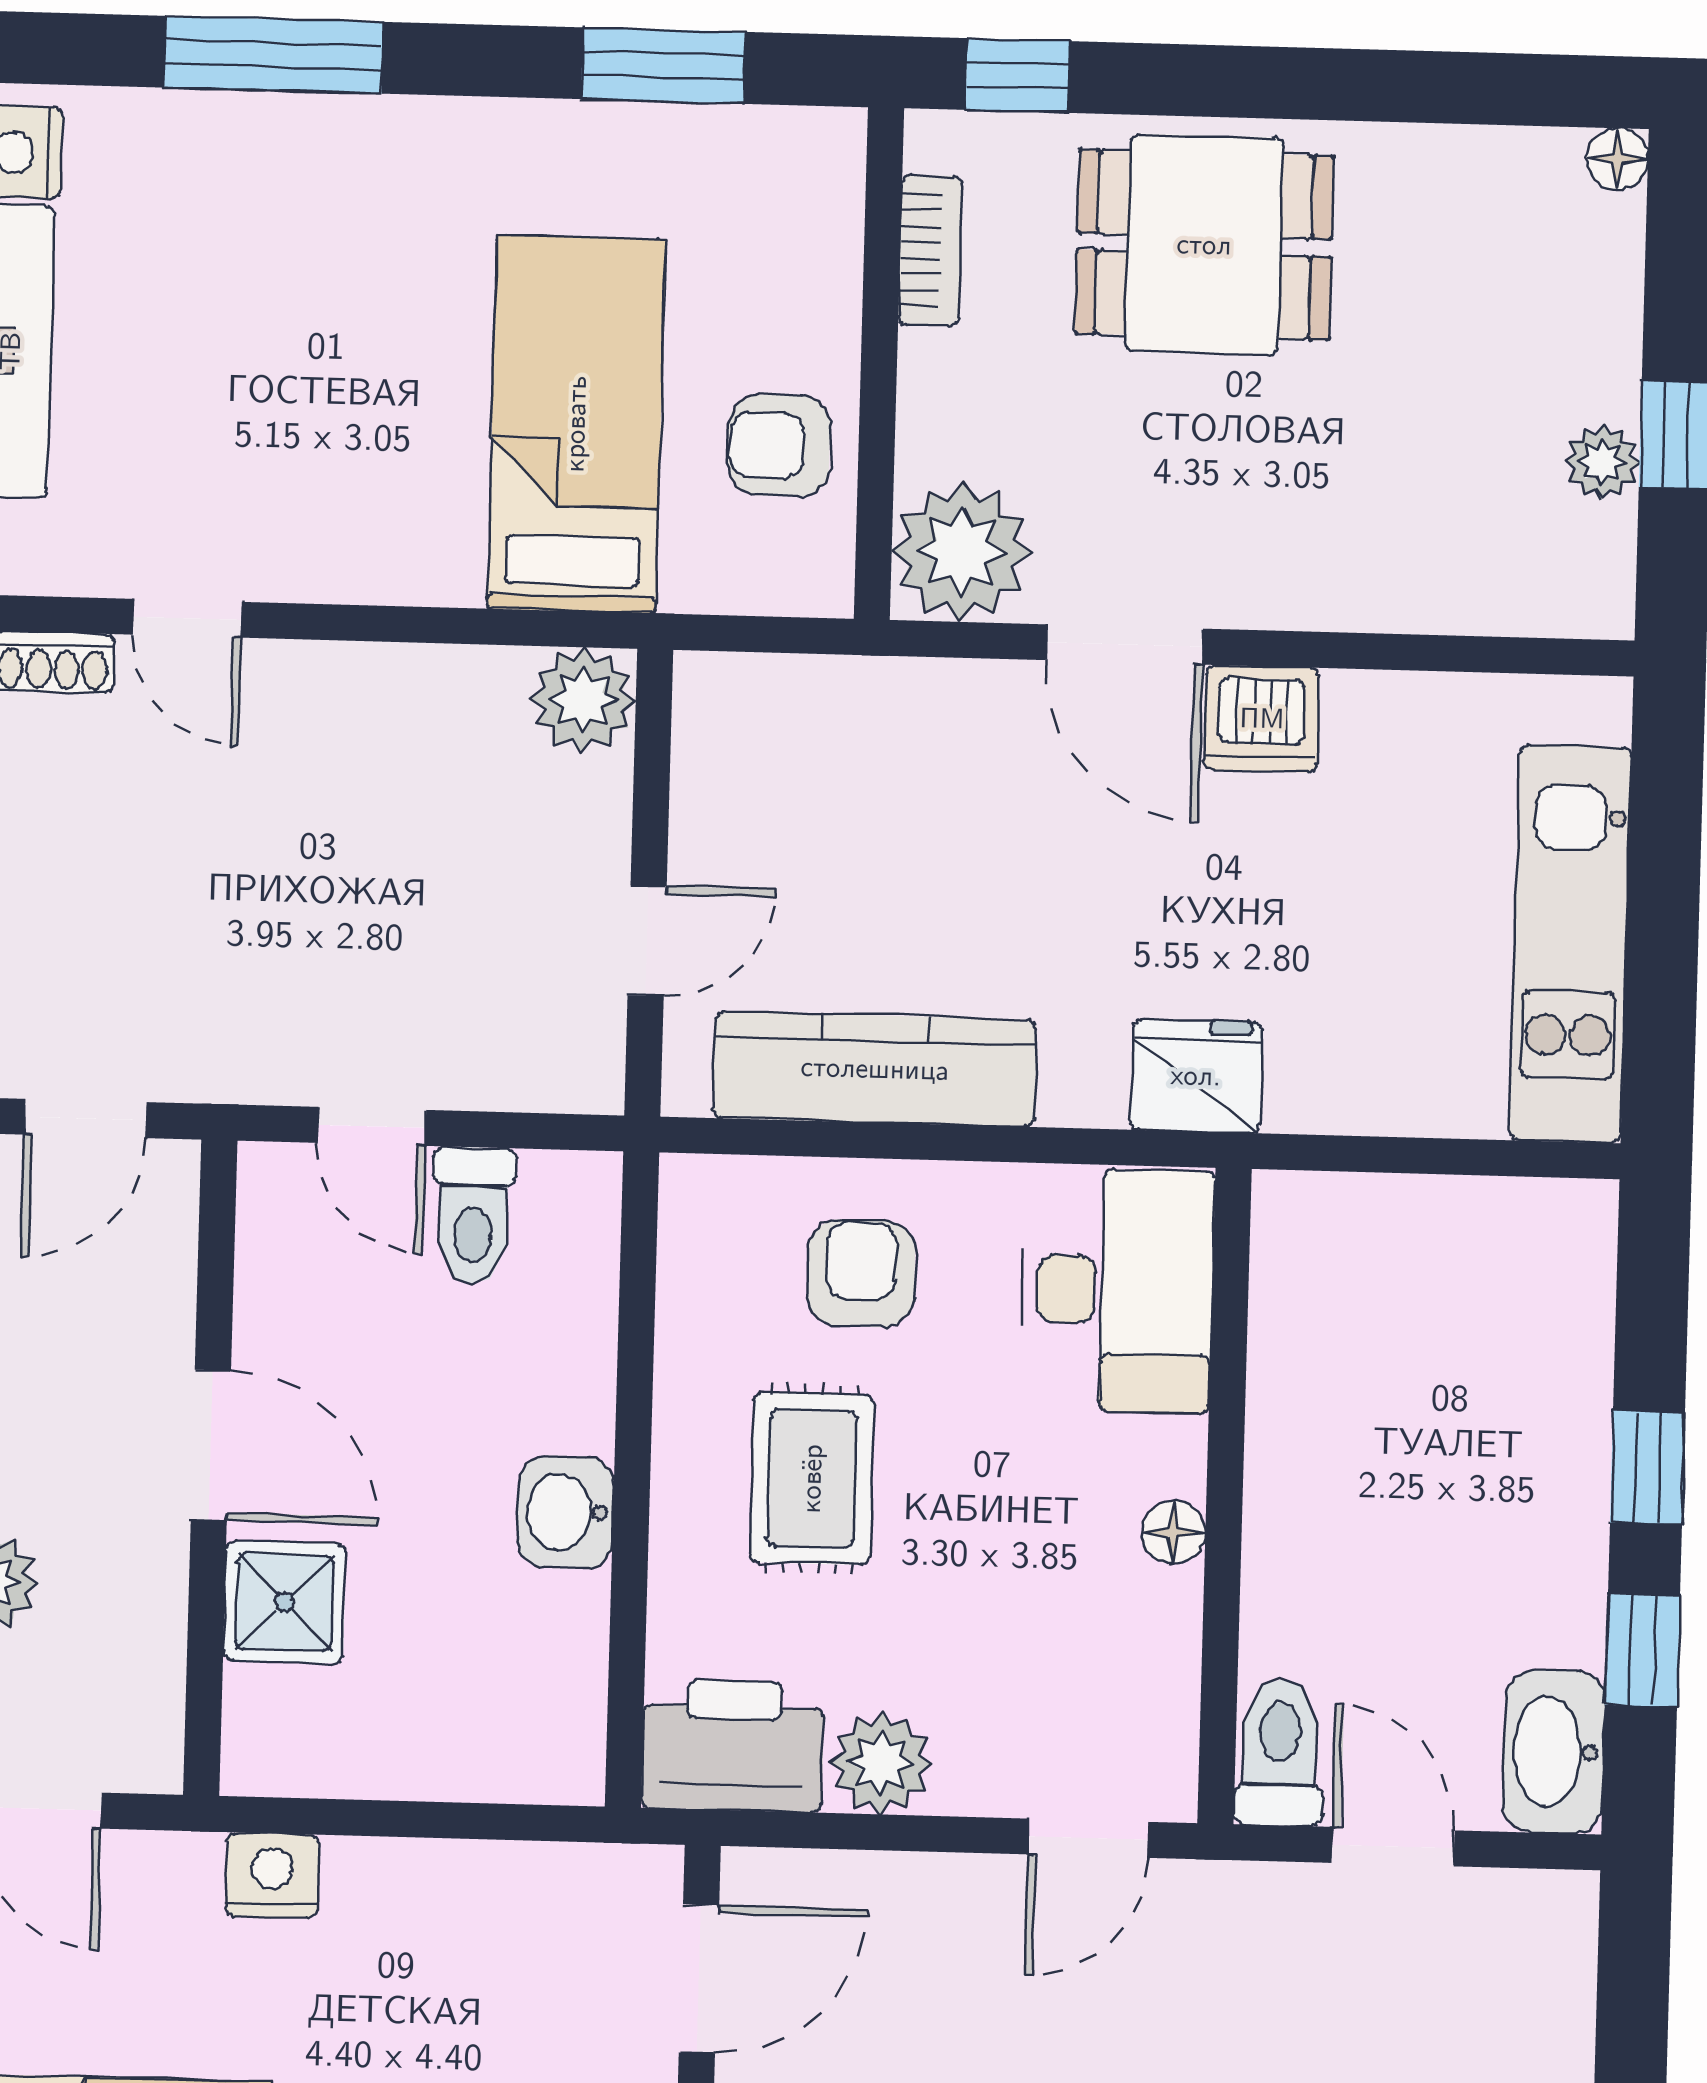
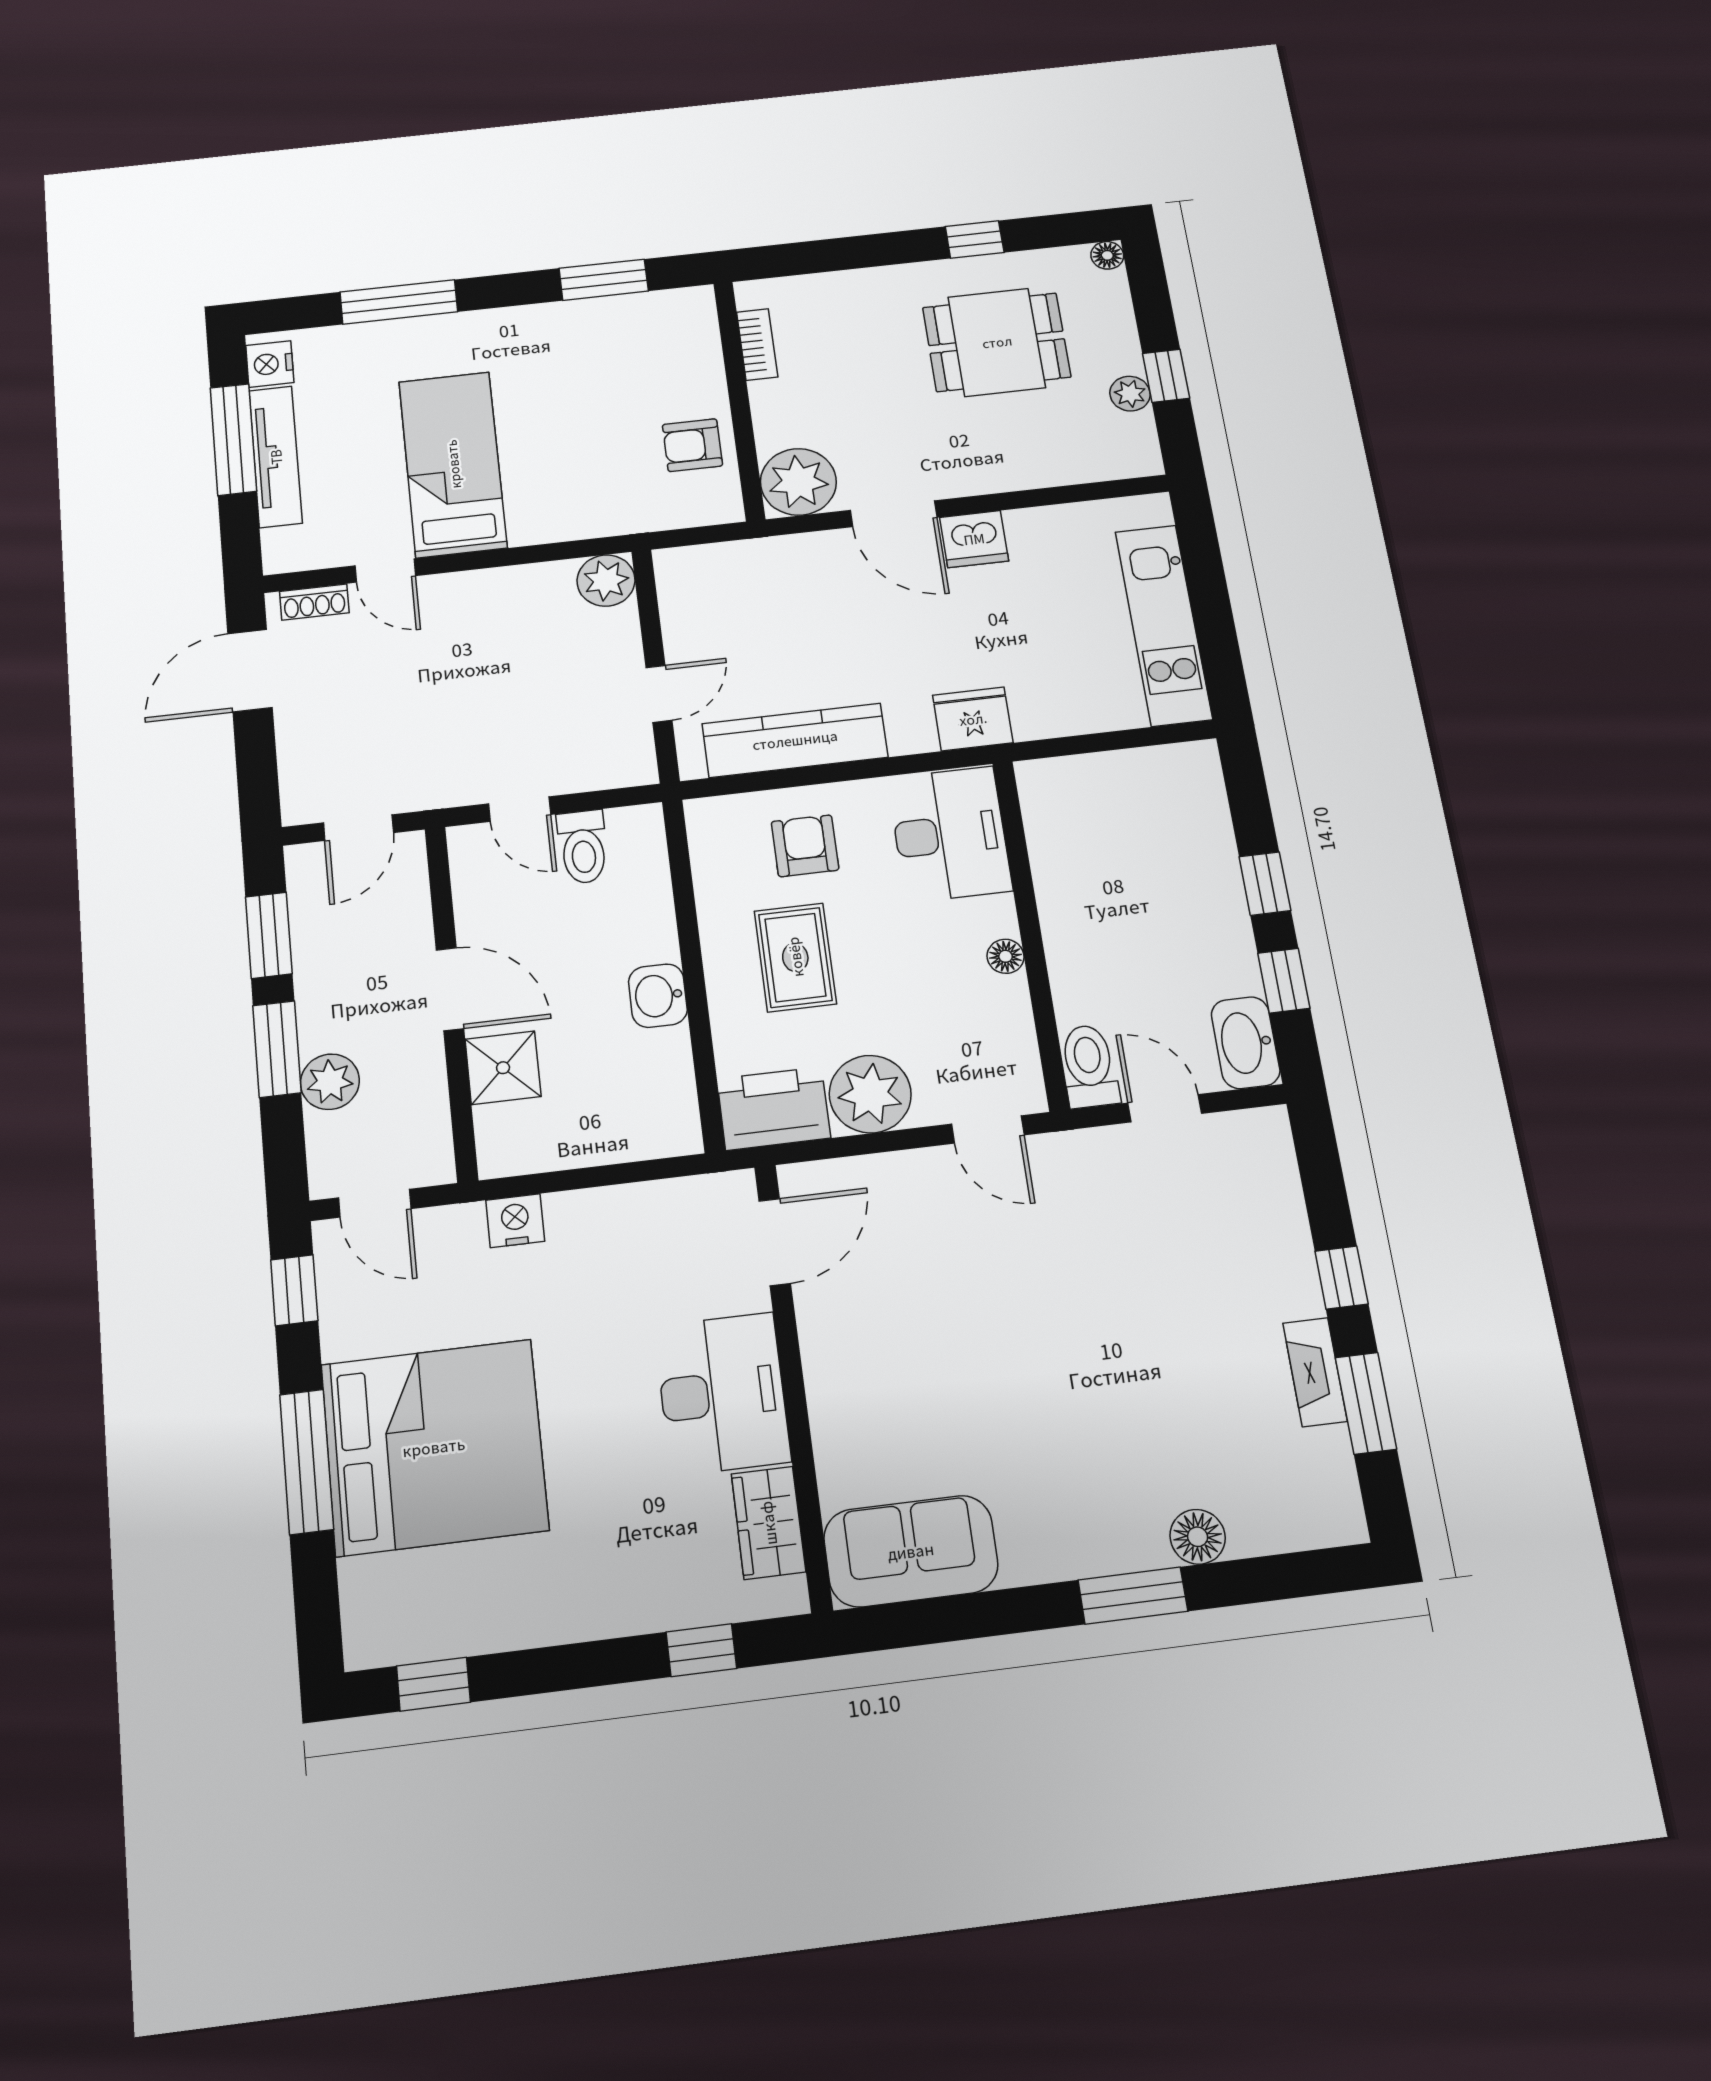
window: (1018, 75) -> (975, 239), moved
dining table: (1204, 245) -> (997, 342), moved
bed: (576, 424) -> (453, 464), moved
plant: (881, 1763) -> (870, 1094), width x1.36, depth x1.36
door: (1088, 1838) -> (988, 1129), hinge flipped

